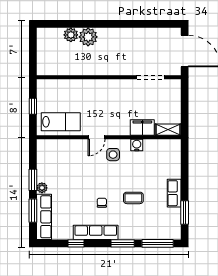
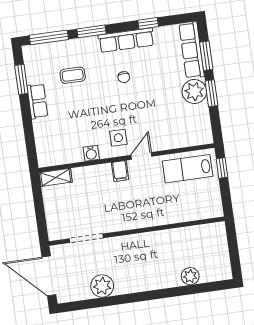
plant: (88, 37) -> (102, 286), moved
window: (33, 106) -> (222, 168), moved
filing cabinet: (142, 128) -> (120, 171), moved, width x0.50
plant: (42, 188) -> (194, 92), width x1.88, depth x1.88
coffee table: (133, 198) -> (73, 75), moved

